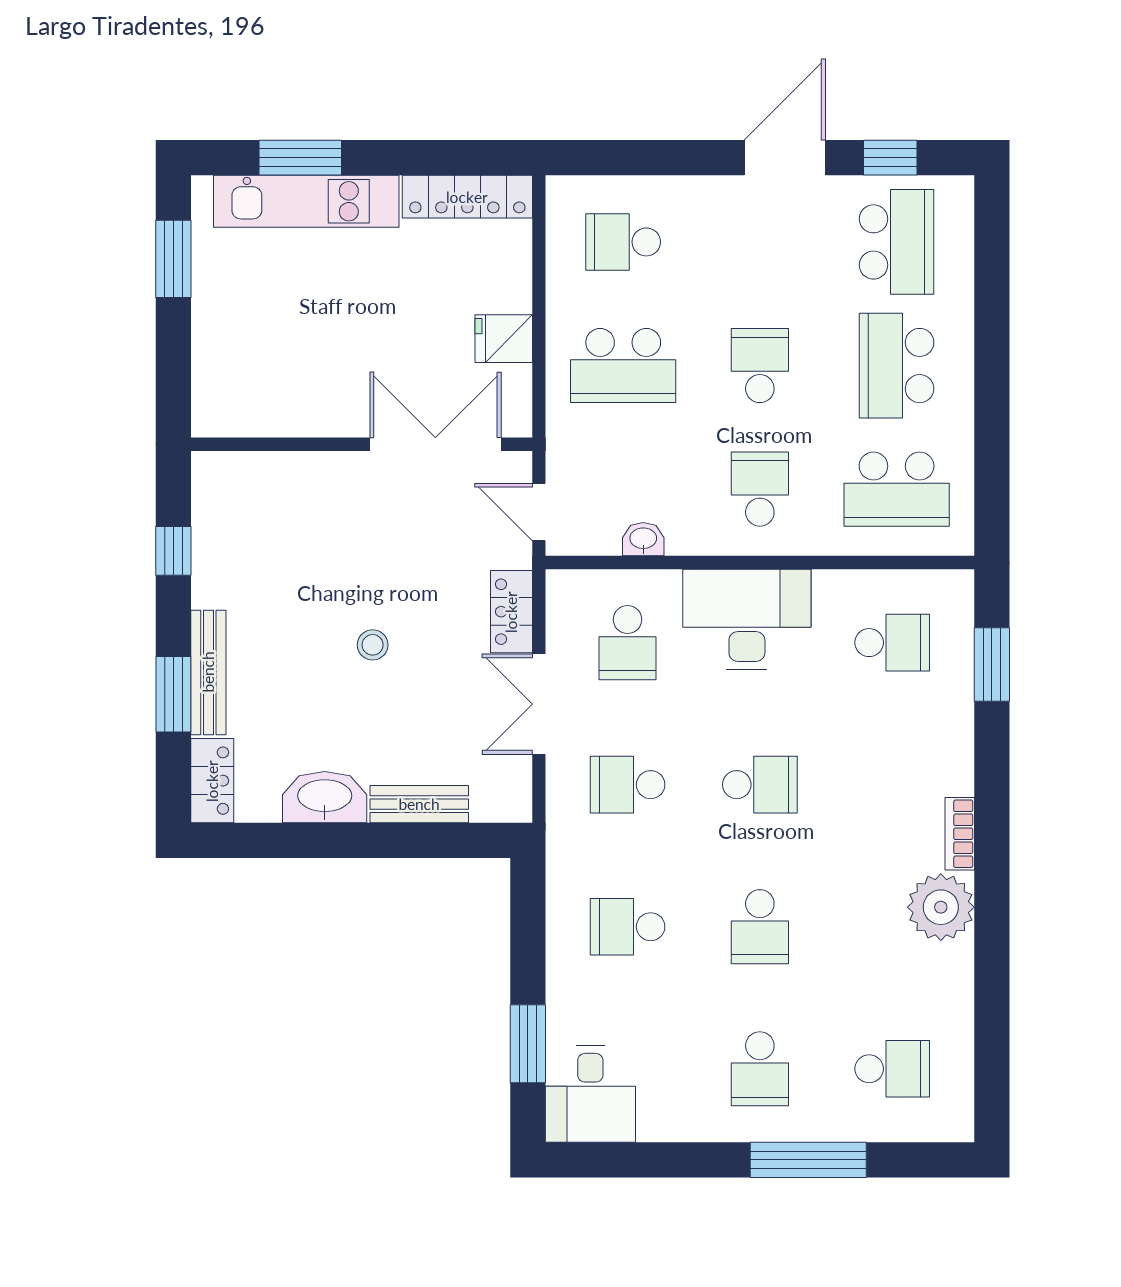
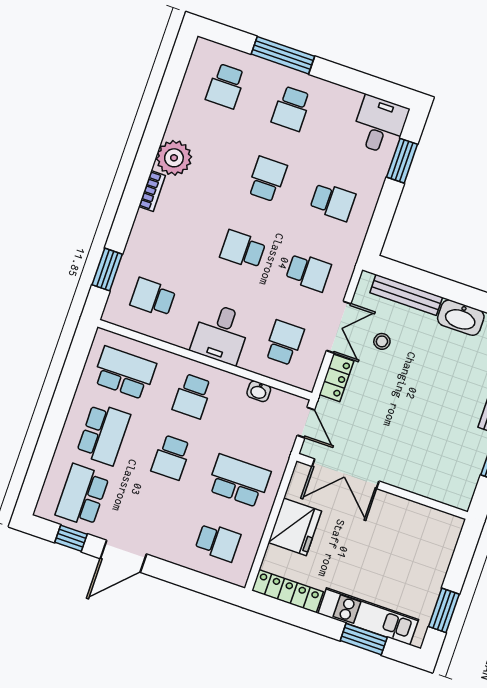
fridge: (504, 339) -> (295, 527), width x1.88, depth x1.34
desk: (747, 619) -> (221, 334), width x0.73
stool: (373, 645) -> (382, 341), moved
bench: (419, 804) -> (406, 295), width x1.36
school desk: (760, 1069) -> (291, 109), turned 180
school desk: (892, 1069) -> (226, 86), turned -90

